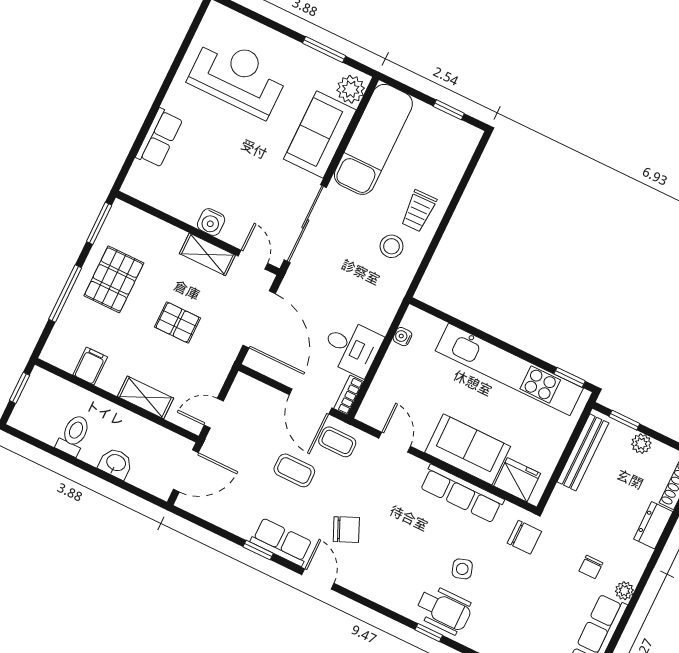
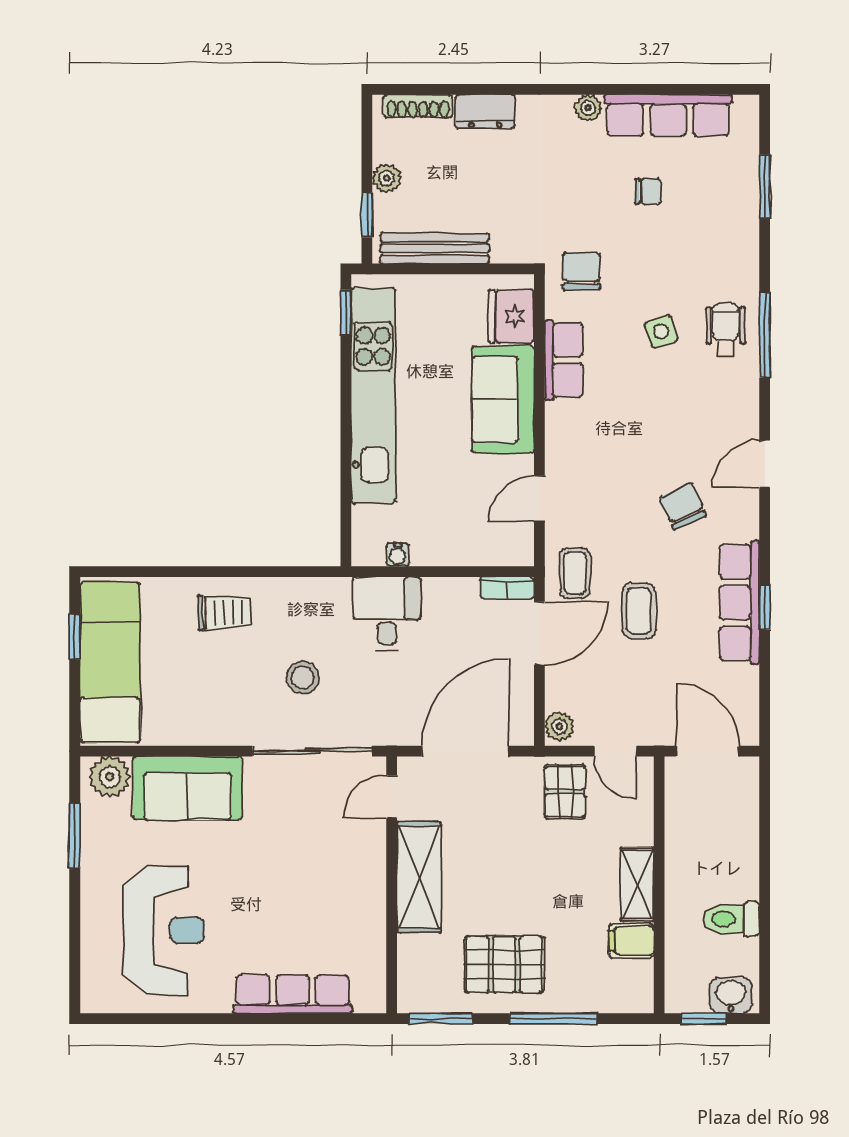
reception desk: (238, 77) -> (164, 930), turned 180
row of seats: (159, 138) -> (293, 994), width x1.48
exam couch: (373, 139) -> (110, 662), moved, turned 90
water cooler: (211, 222) -> (369, 874), removed
stool: (392, 246) -> (303, 678), moved
shelving: (207, 254) -> (419, 877), width x1.50, depth x1.33
pallet: (177, 322) -> (565, 792), moved
desk: (352, 347) -> (387, 614), moved
plant: (246, 386) -> (559, 727), added
shelving: (146, 397) -> (637, 884), moved
washbasin: (116, 463) -> (731, 995), moved, turned 90
row of seats: (462, 494) -> (564, 360), width x0.68
row of seats: (281, 542) -> (740, 603), width x1.48
chair: (591, 567) -> (648, 191), moved
door: (318, 579) -> (765, 464), moved
wheelchair: (444, 610) -> (726, 330), width x0.73, depth x0.73
window: (429, 633) -> (765, 335), width x2.17

